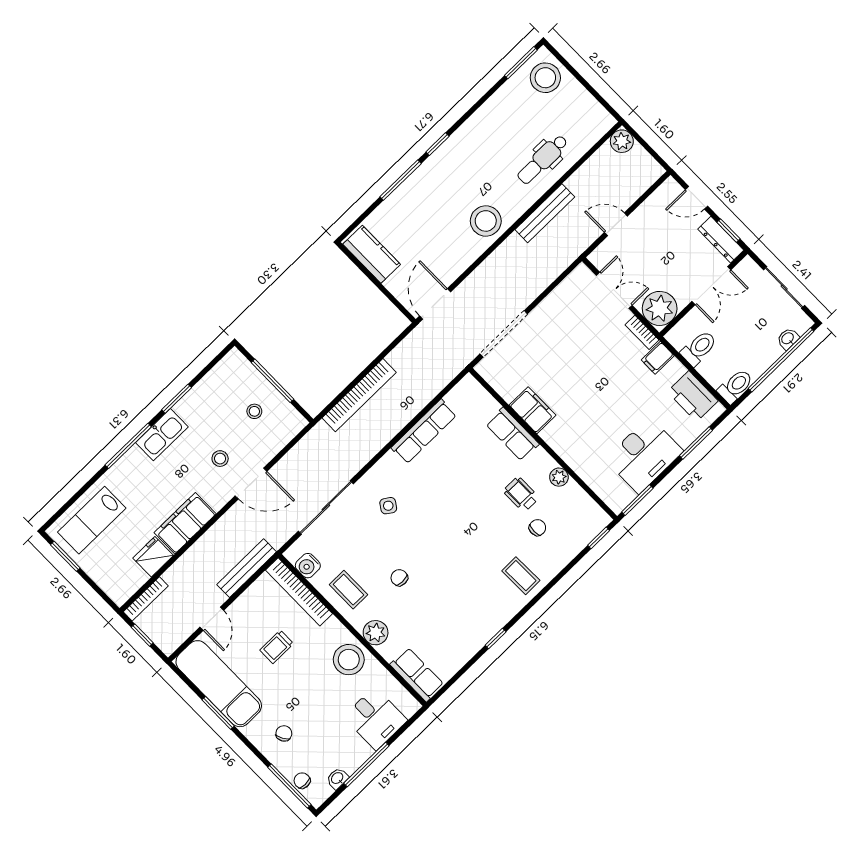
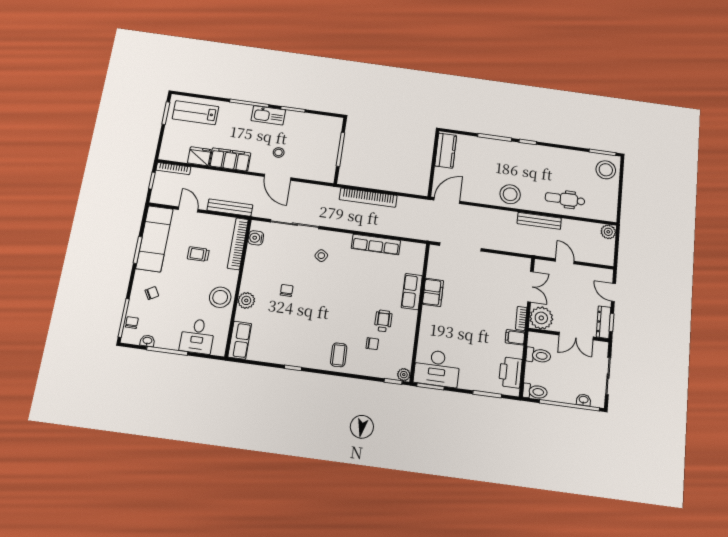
stool: (254, 411) -> (317, 152), removed
desk: (644, 455) -> (437, 368), moved
plant: (559, 477) -> (404, 375), moved
coffee table: (348, 590) -> (259, 269), removed
door: (212, 619) -> (188, 209), swing flipped

